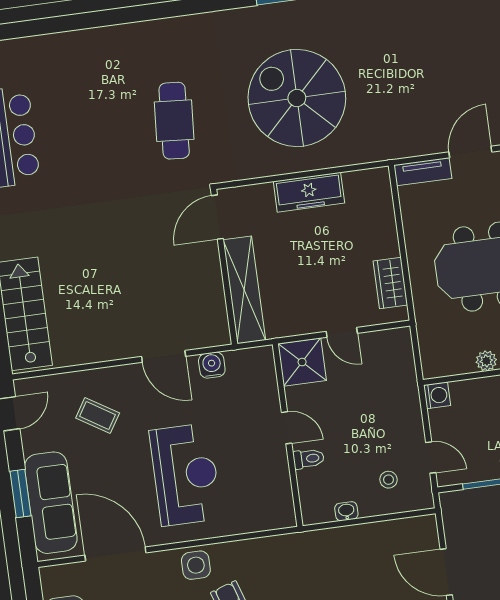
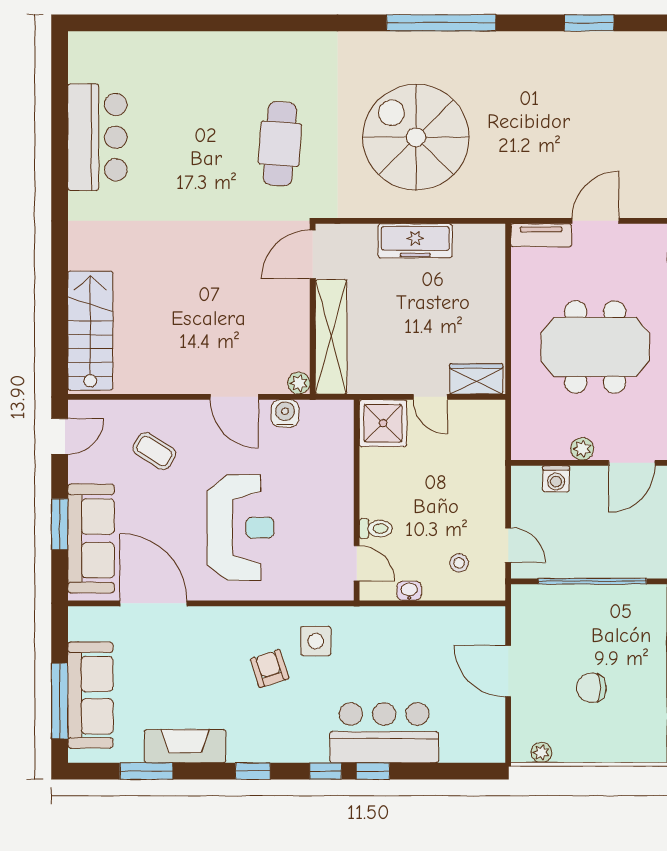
wardrobe: (390, 283) -> (476, 379), moved, turned 90
plant: (221, 336) -> (299, 383), added
washing machine: (437, 395) -> (556, 479), moved, turned 90
door: (287, 428) -> (357, 563), moved
side table: (196, 565) -> (316, 641), moved

